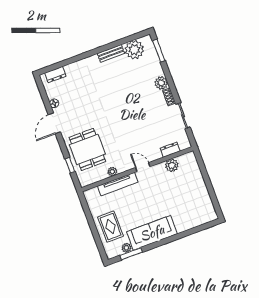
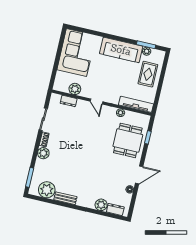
plant: (72, 70) -> (101, 205), added
tv unit: (118, 184) -> (136, 104), moved
corner sofa: (194, 202) -> (76, 53), added

